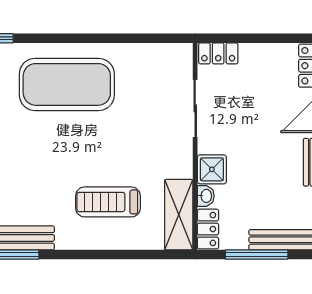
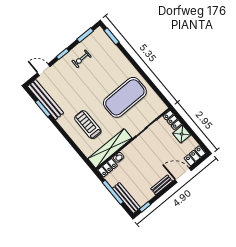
exercise mat: (67, 84) -> (125, 97), moved, turned 90
shower: (212, 169) -> (182, 134), moved
shelving: (179, 215) -> (110, 148), width x1.47

